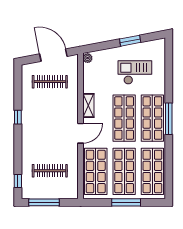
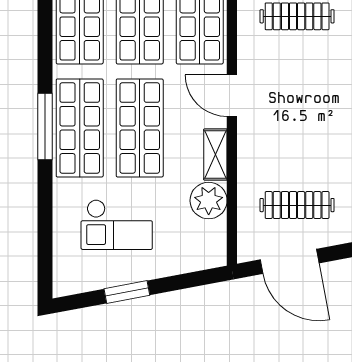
plant: (88, 58) -> (209, 201), moved, width x1.88, depth x1.88
door: (81, 133) -> (232, 96), hinge flipped

